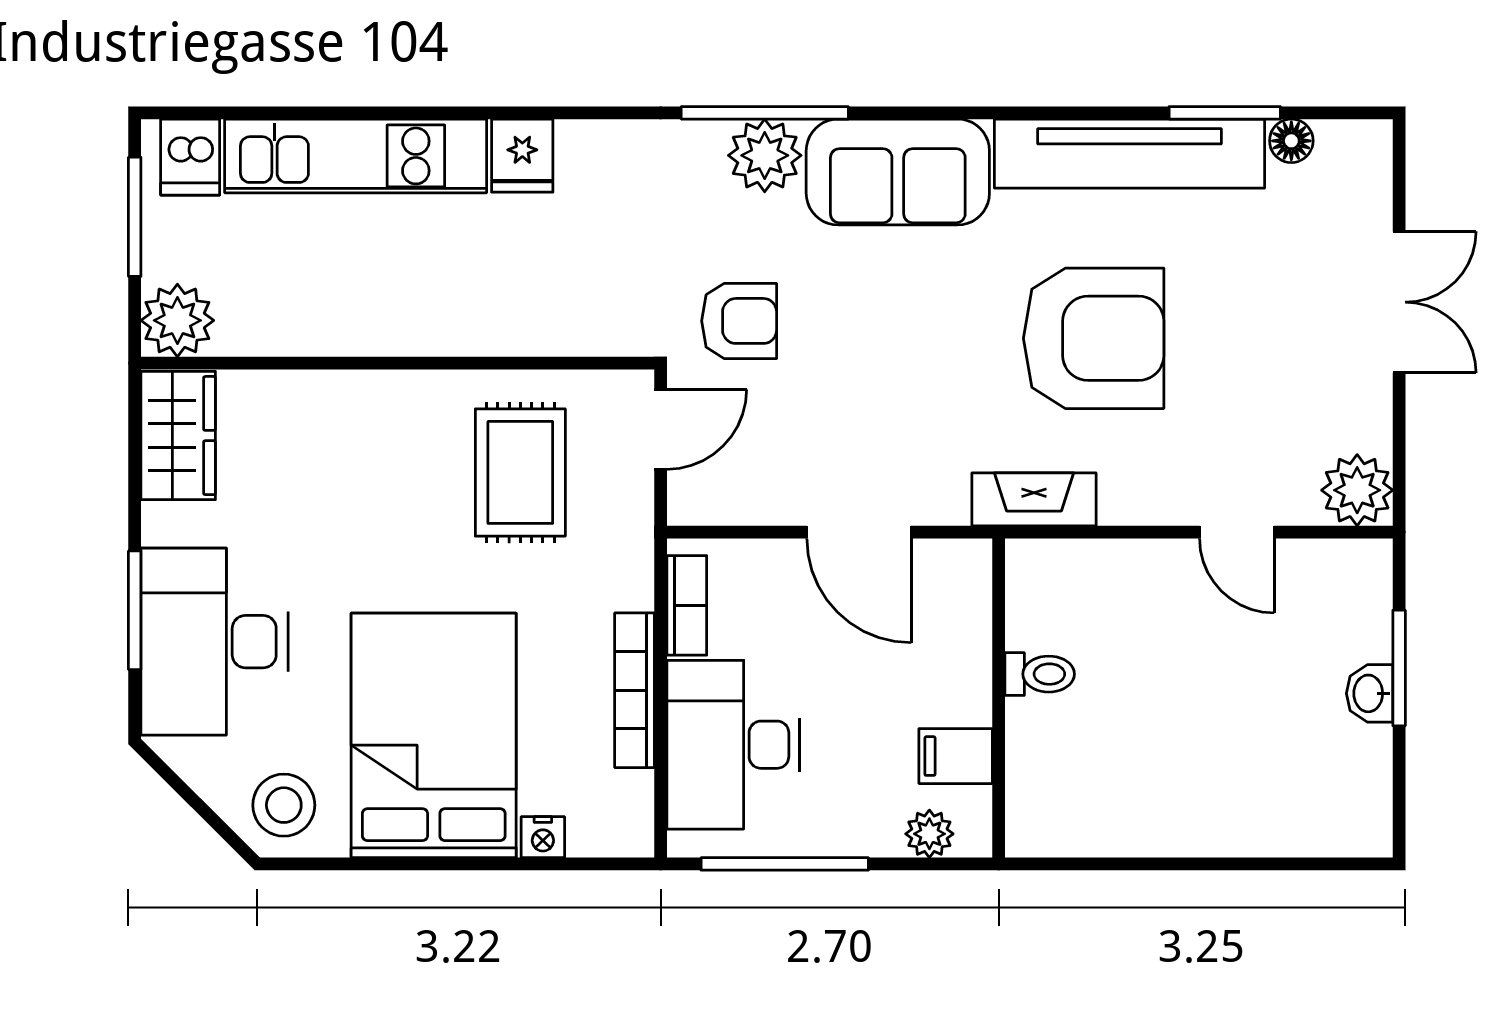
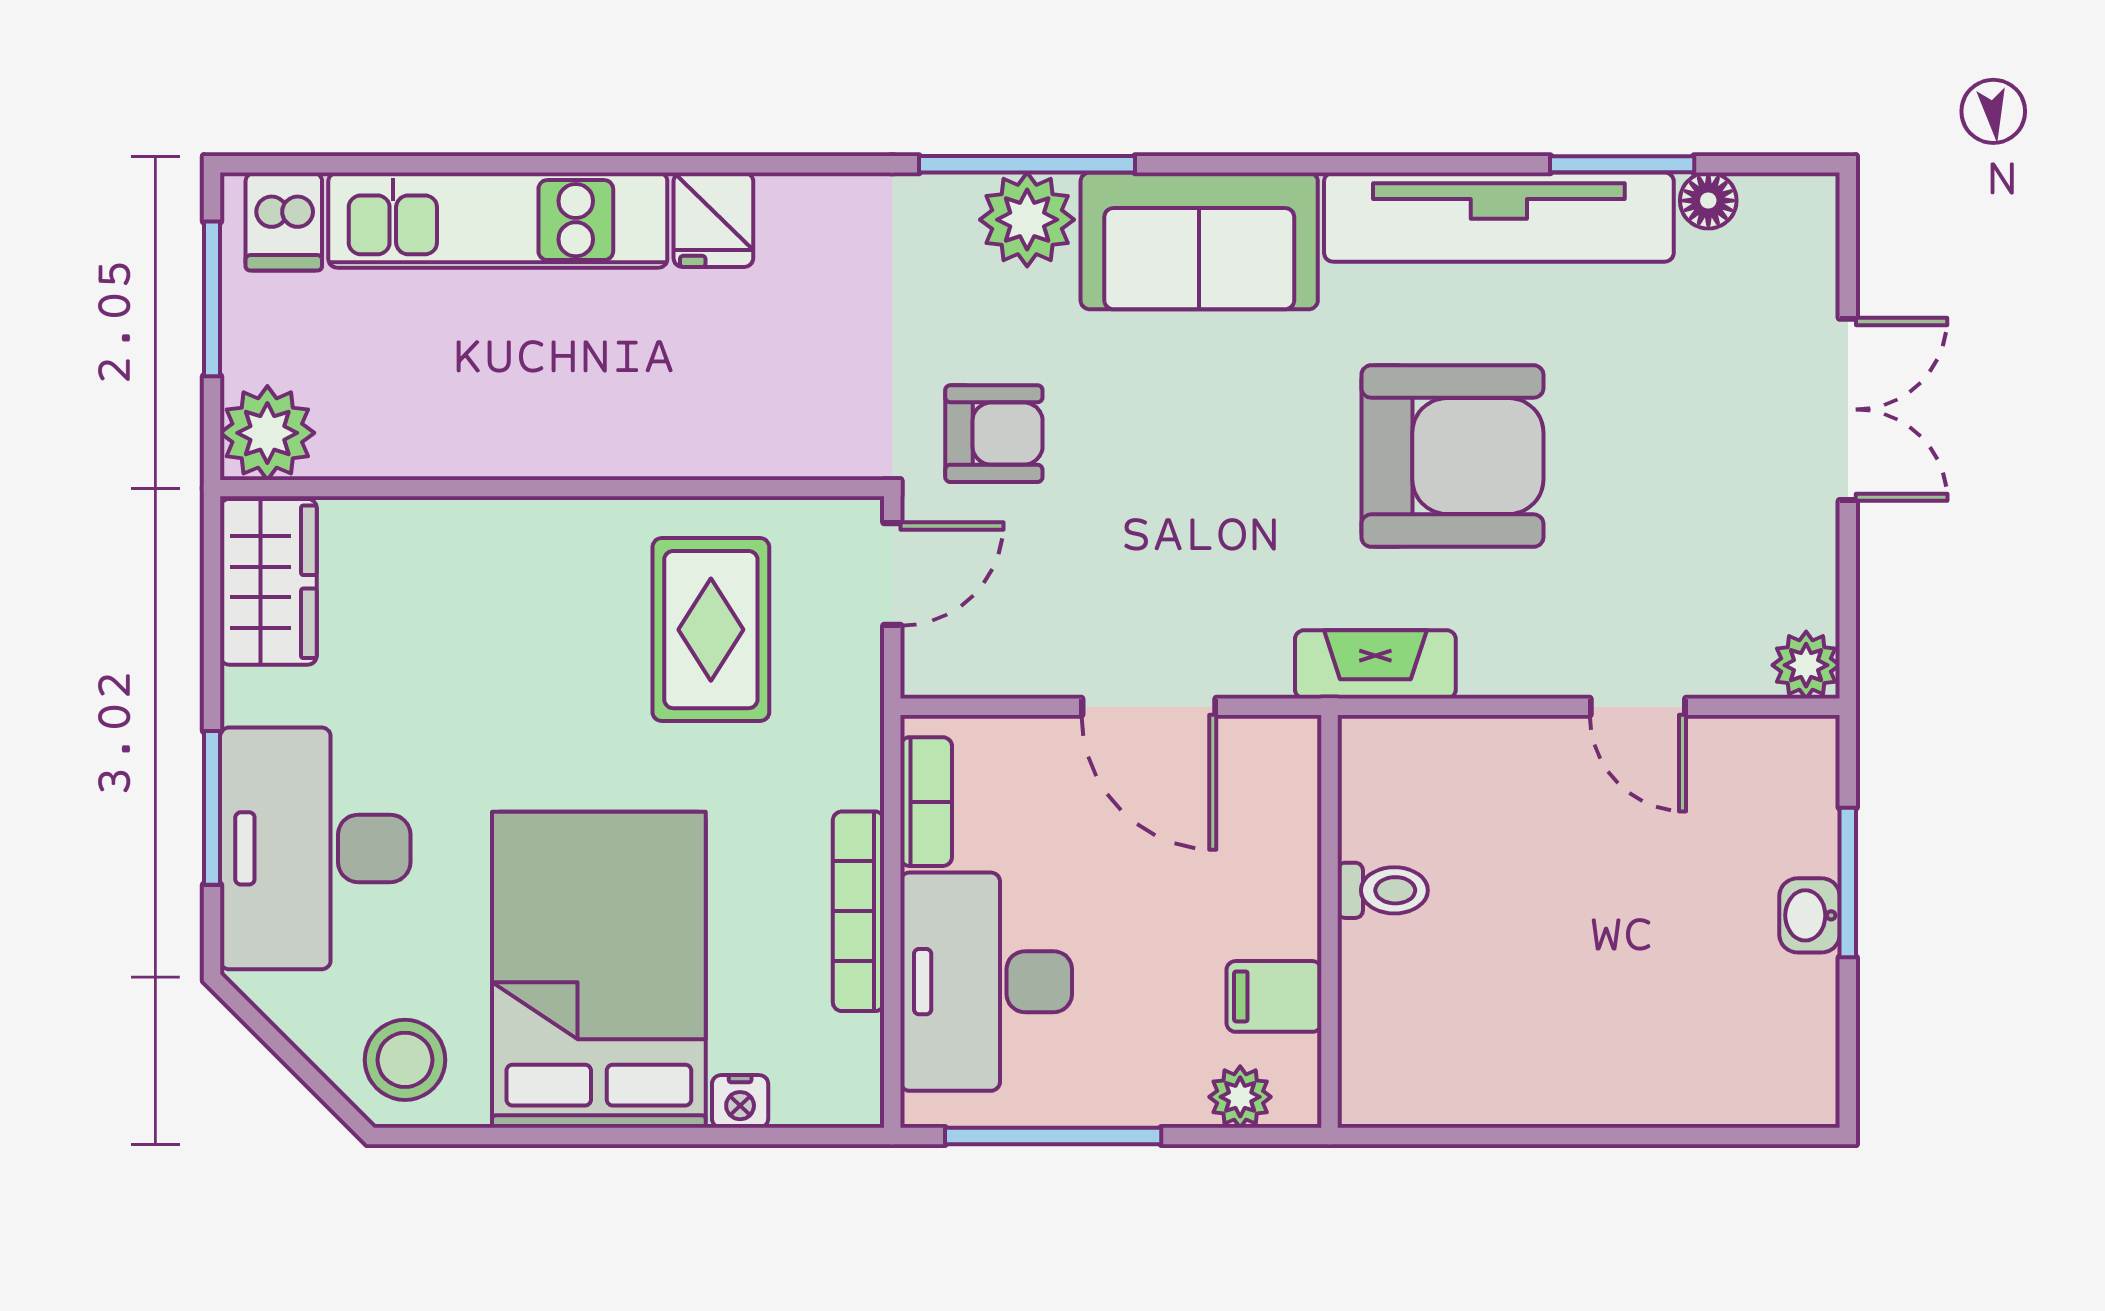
plant: (1357, 490) -> (1806, 665), width x0.73, depth x0.73

